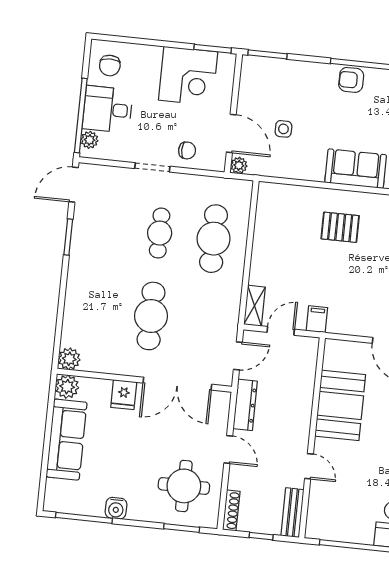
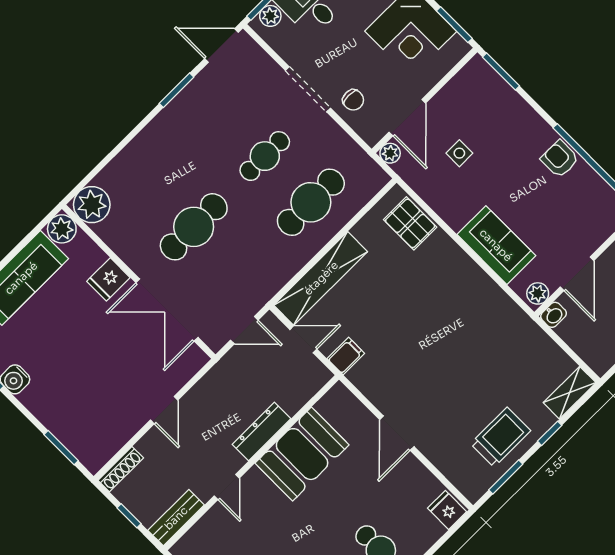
doorway: (152, 167) -> (308, 89), width x1.38
pallet: (340, 227) -> (410, 223), moved
shelving: (255, 306) -> (321, 278), width x2.20, depth x1.33
plant: (69, 359) -> (92, 205), width x1.36, depth x1.36
dresser: (245, 405) -> (262, 432), moved, turned 180
round table: (184, 486) -> (95, 410), removed

